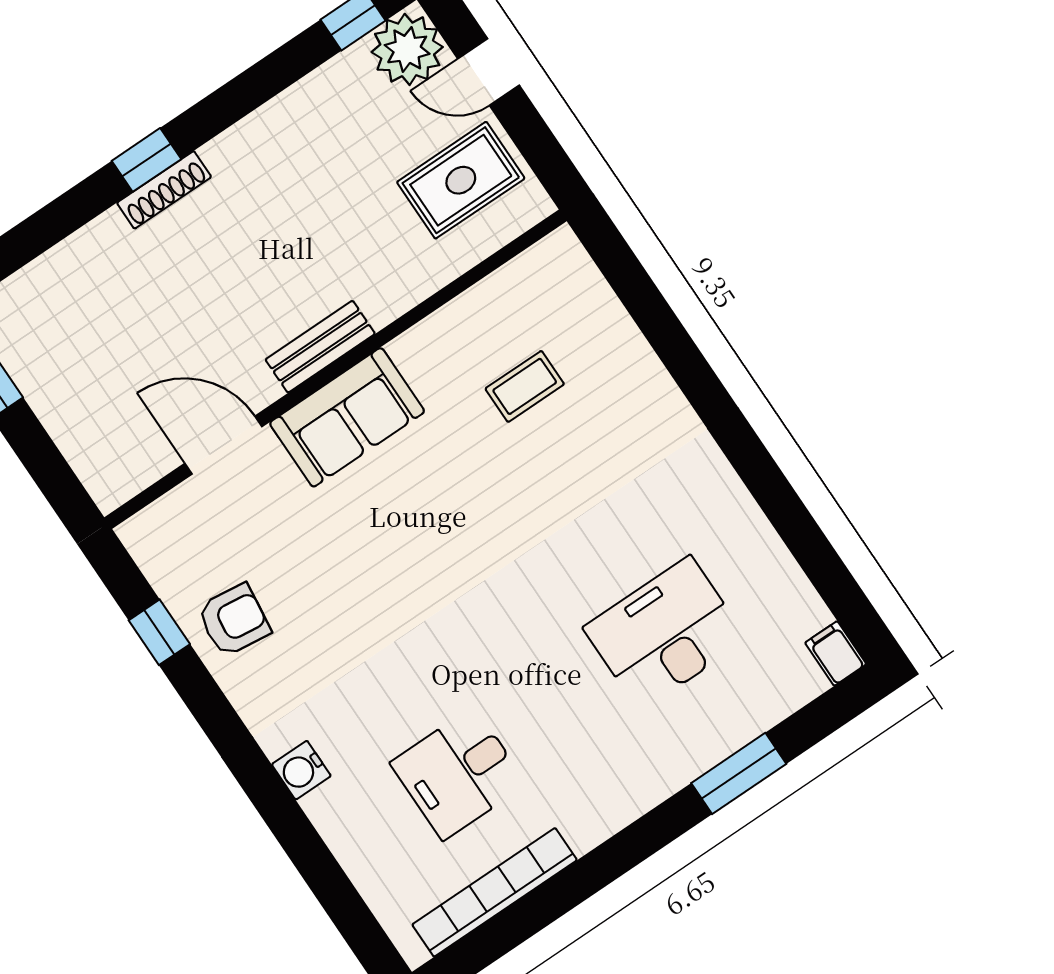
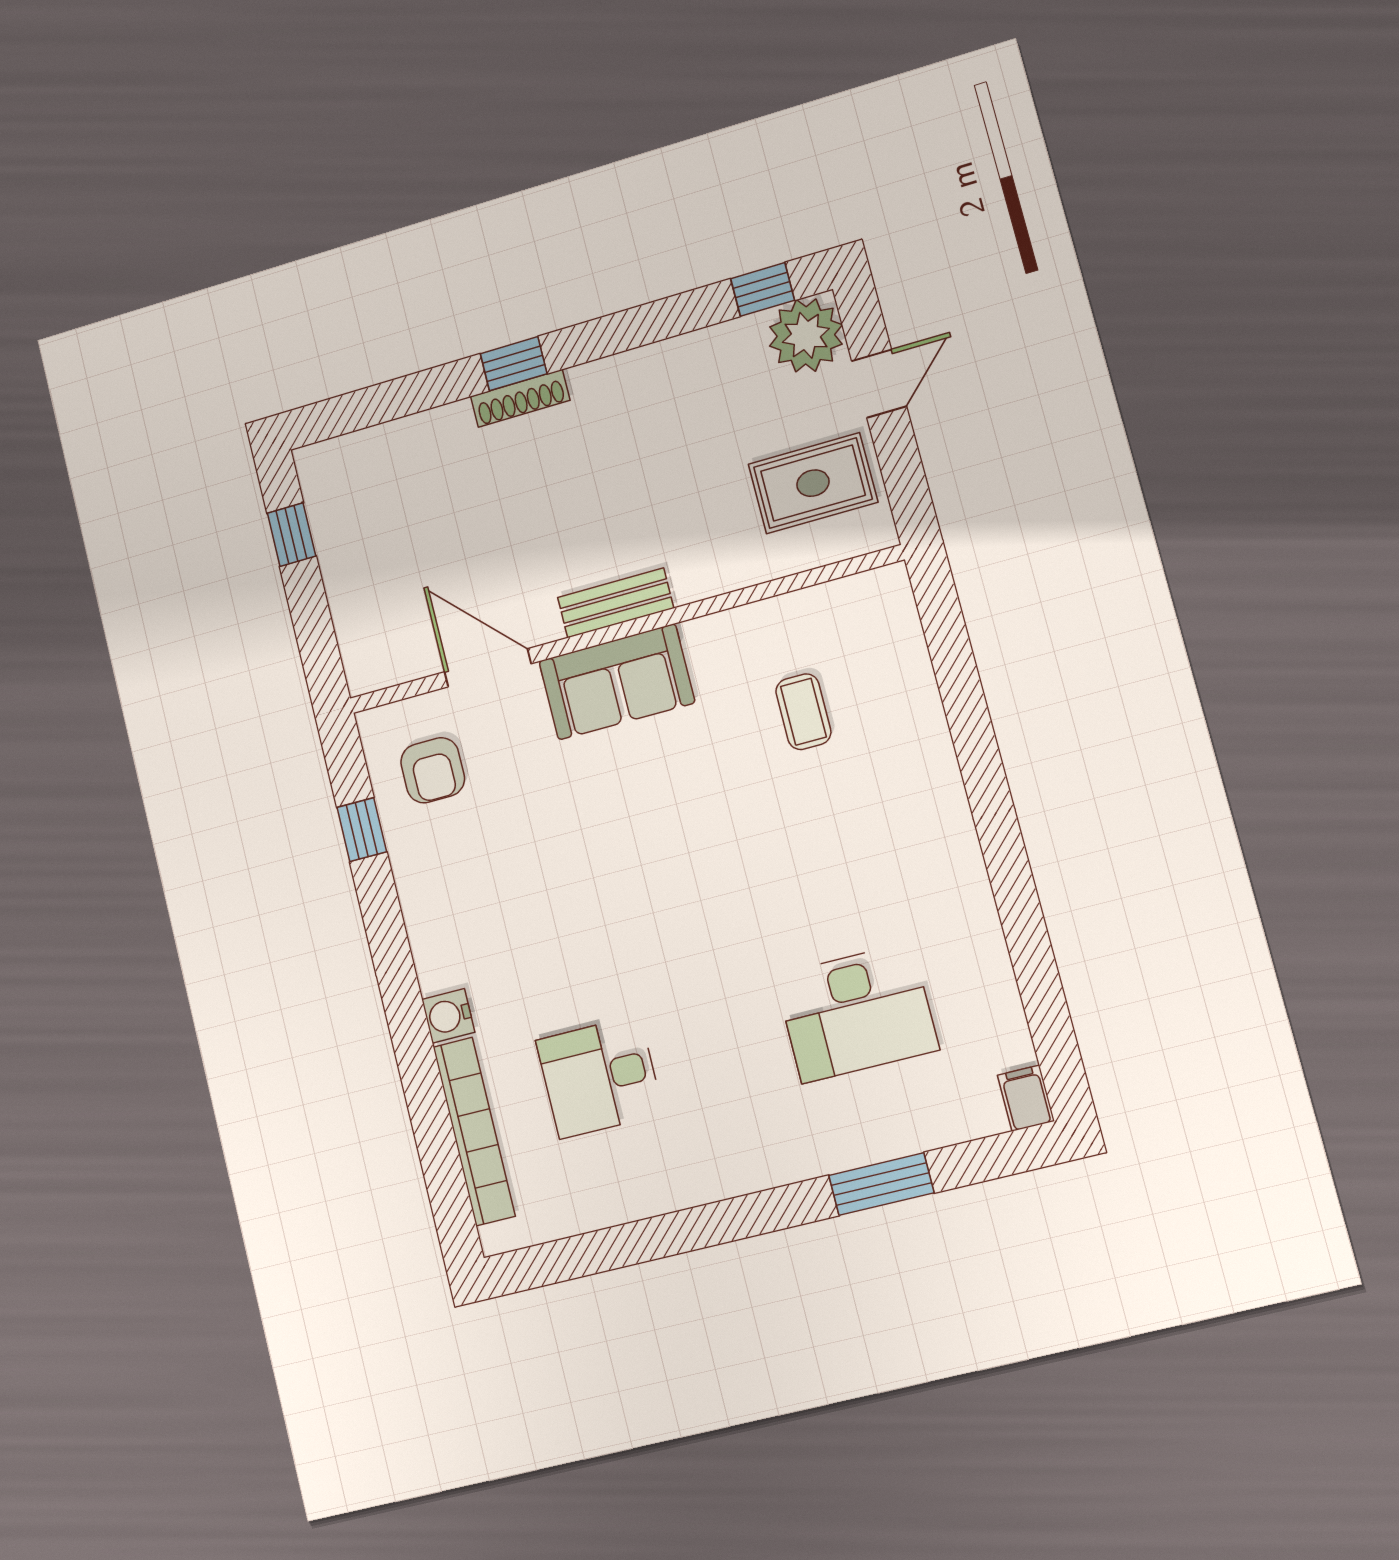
door: (488, 72) -> (879, 384), swing flipped
coffee table: (525, 386) -> (803, 712), turned 90
armchair: (234, 620) -> (433, 770), moved, turned 83
desk: (665, 633) -> (857, 1013), turned 180
bookcase: (495, 892) -> (474, 1131), moved, turned 90

